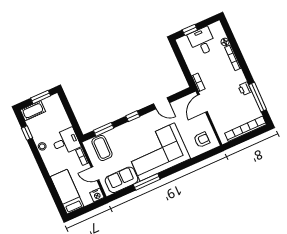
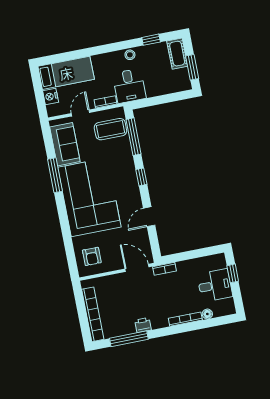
window: (104, 129) -> (133, 137), width x1.44
nightstand: (97, 195) -> (51, 96), moved

